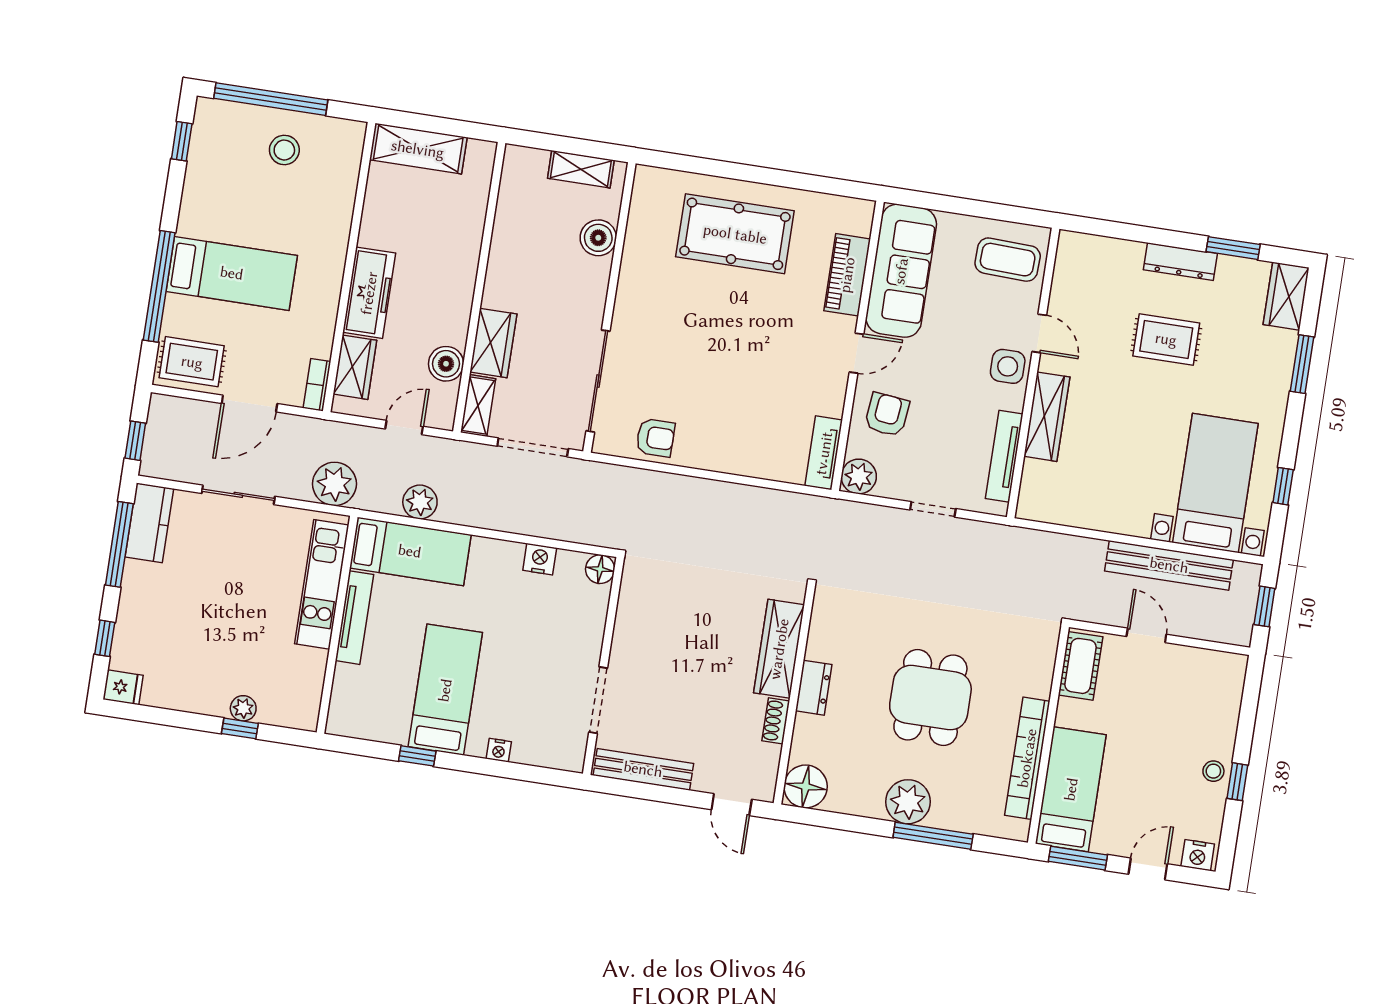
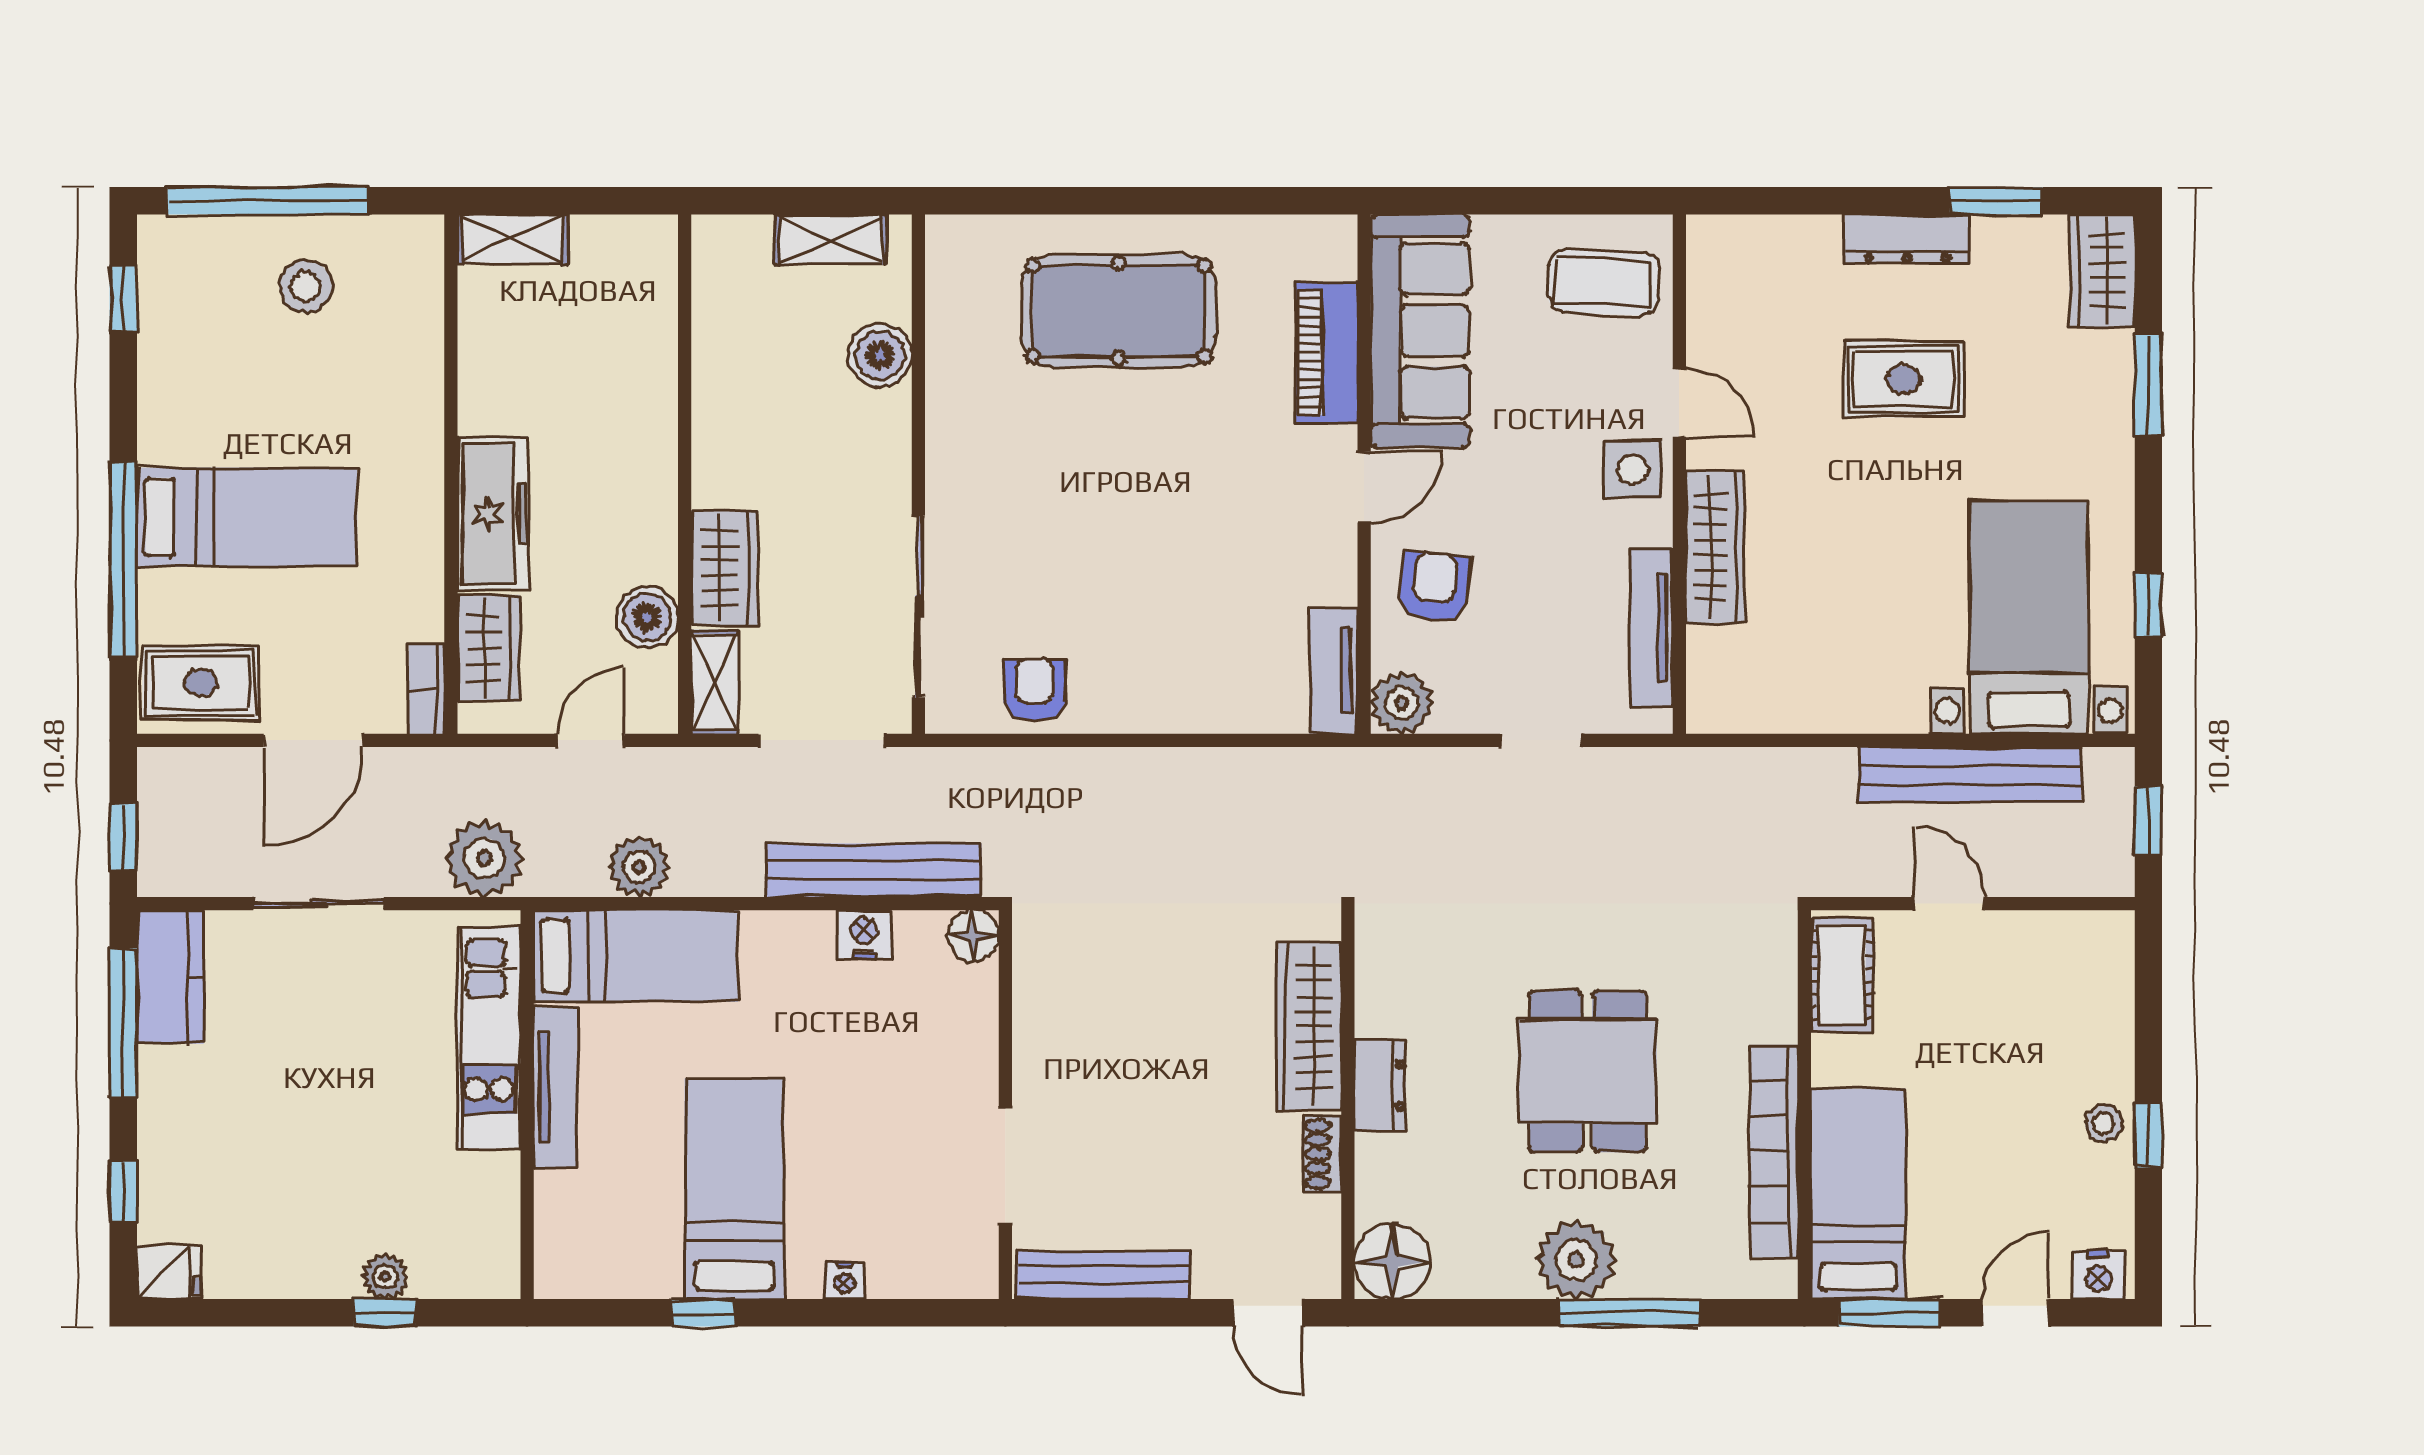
shelving: (418, 149) -> (513, 239), width x0.67, depth x0.75
armchair: (655, 438) -> (1035, 690), turned -90
bench: (550, 524) -> (874, 870), added

